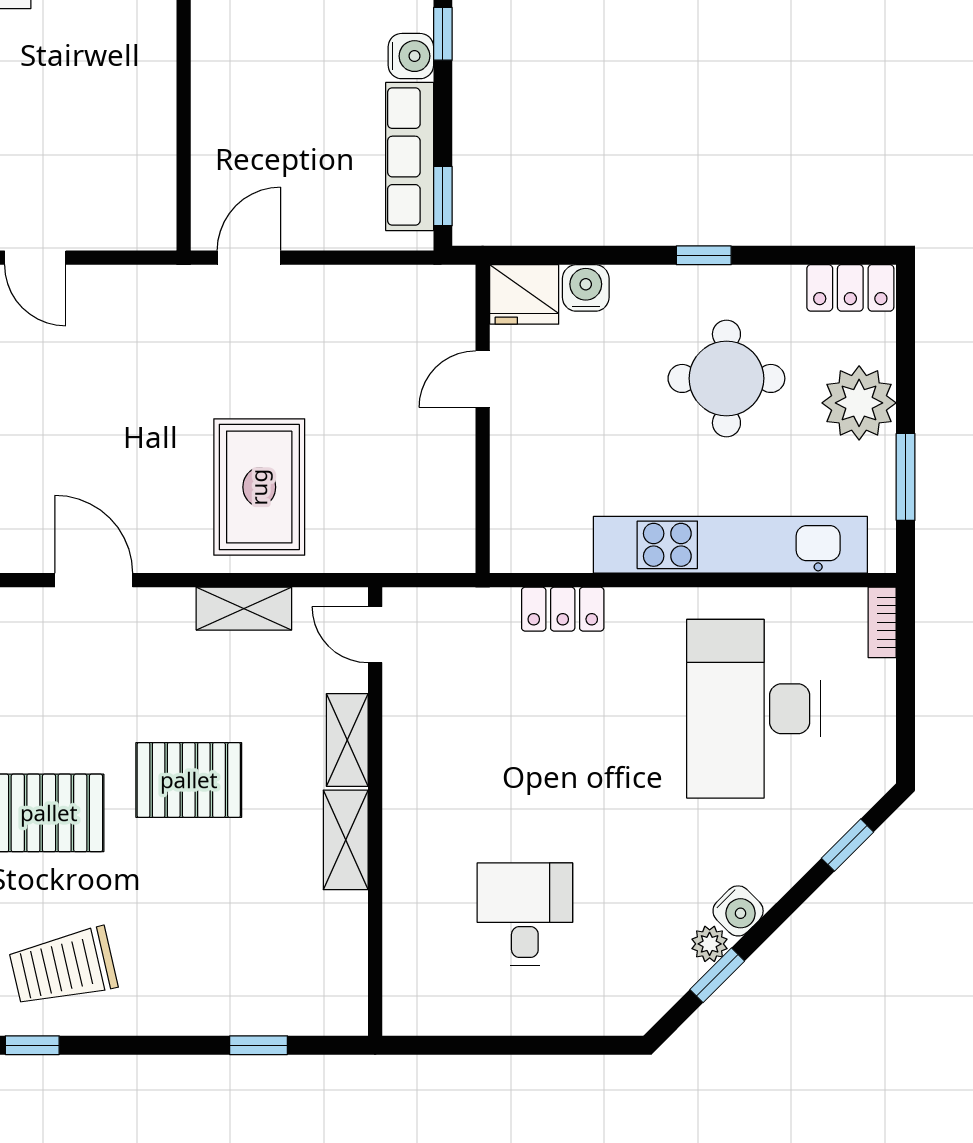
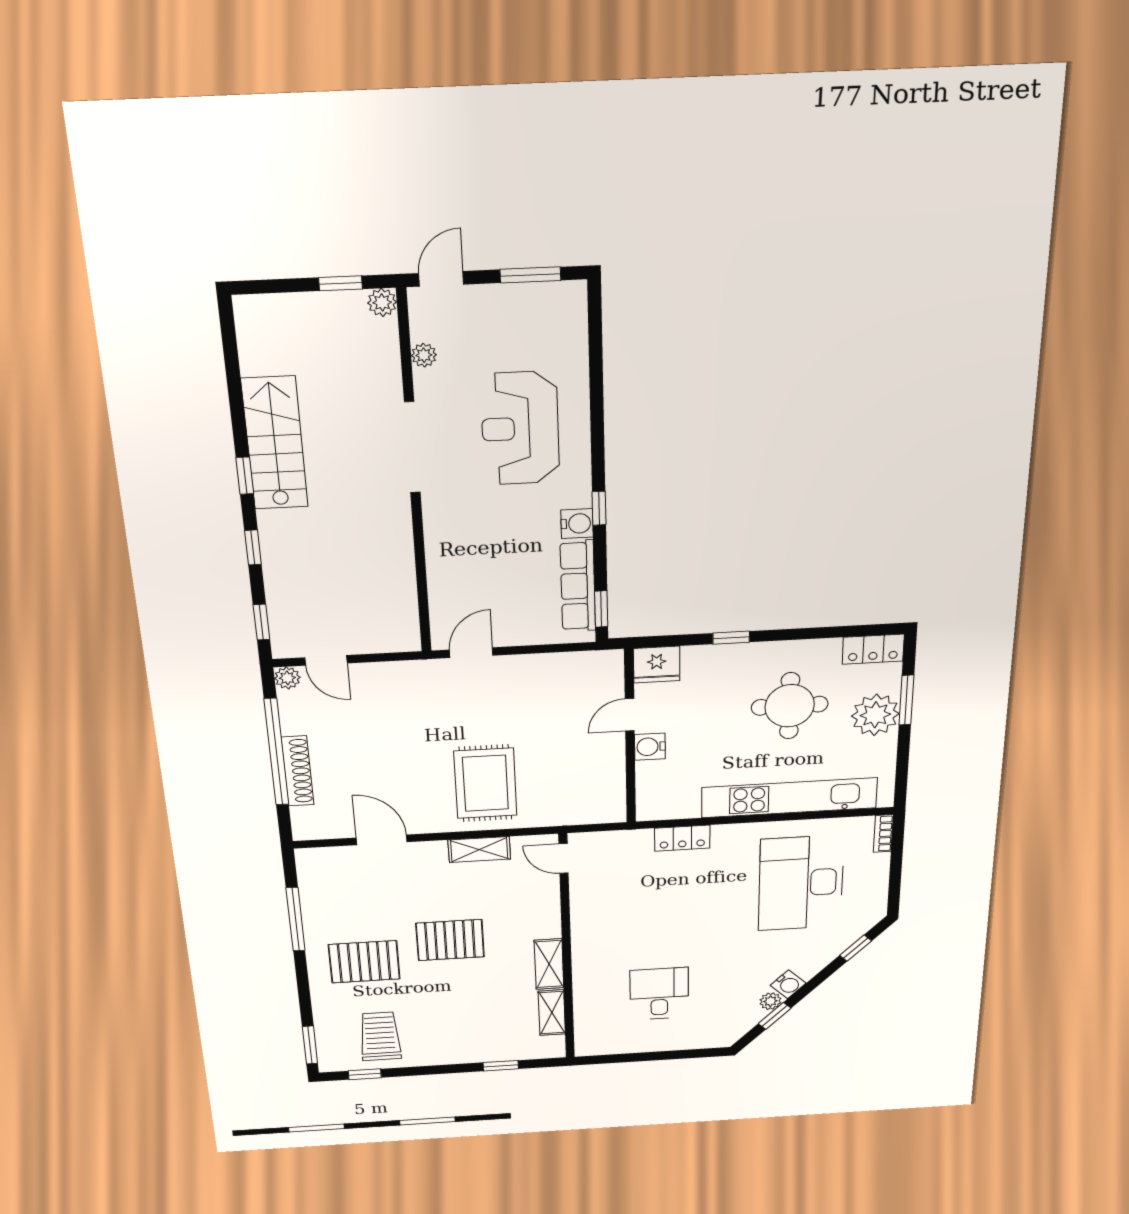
window: (704, 255) -> (731, 638), moved
water cooler: (586, 288) -> (650, 747), moved, turned -90
window: (906, 477) -> (906, 700), moved
shelving: (347, 740) -> (552, 1013), moved
trolley: (63, 967) -> (380, 1036), turned 103

